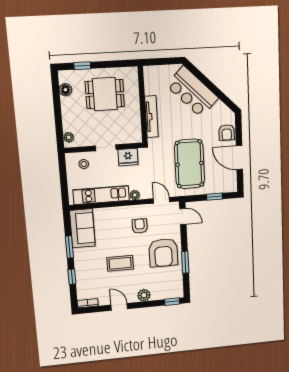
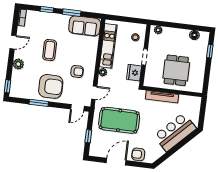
dining table: (105, 94) -> (176, 70), moved
armchair: (163, 253) -> (51, 86), turned 180

